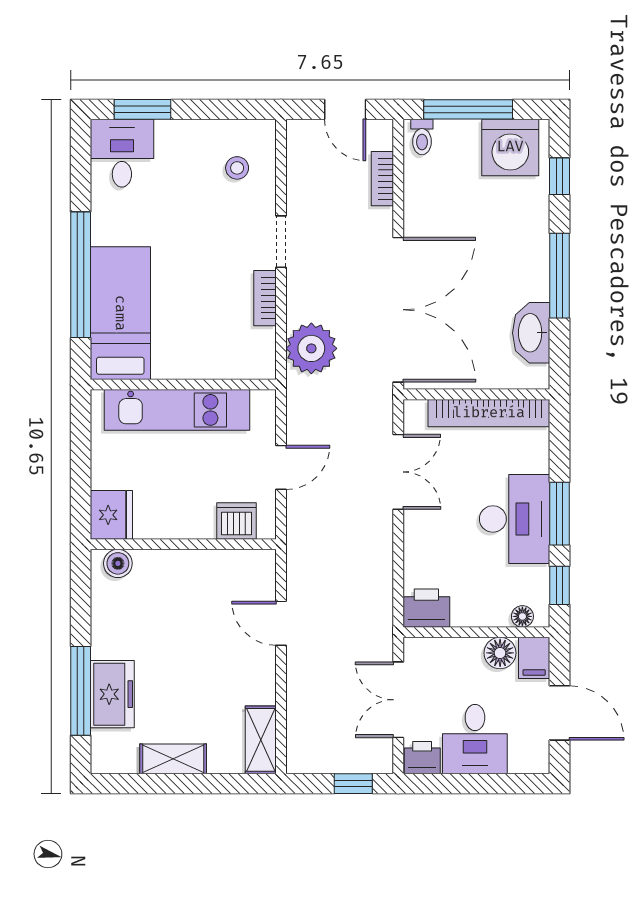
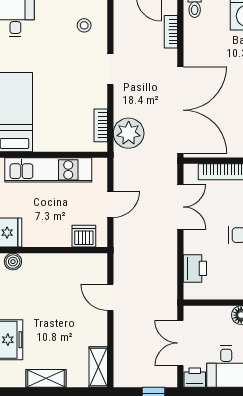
bookcase: (265, 298) -> (101, 125), moved
printer: (426, 608) -> (195, 268), moved, turned 90

